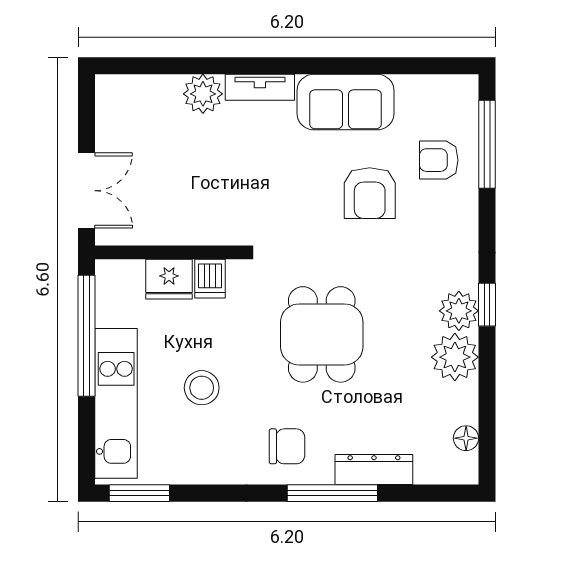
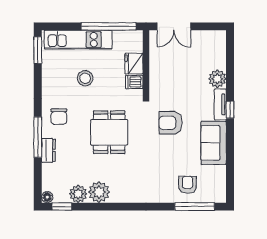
window: (271, 66) -> (230, 110), added
armchair: (370, 193) -> (171, 123), moved
window: (487, 305) -> (62, 207), moved
plant: (459, 311) -> (78, 194), moved
dining table: (322, 334) -> (109, 132), turned 90
floor lamp: (466, 438) -> (47, 197), moved
dresser: (374, 470) -> (48, 150), width x0.70

